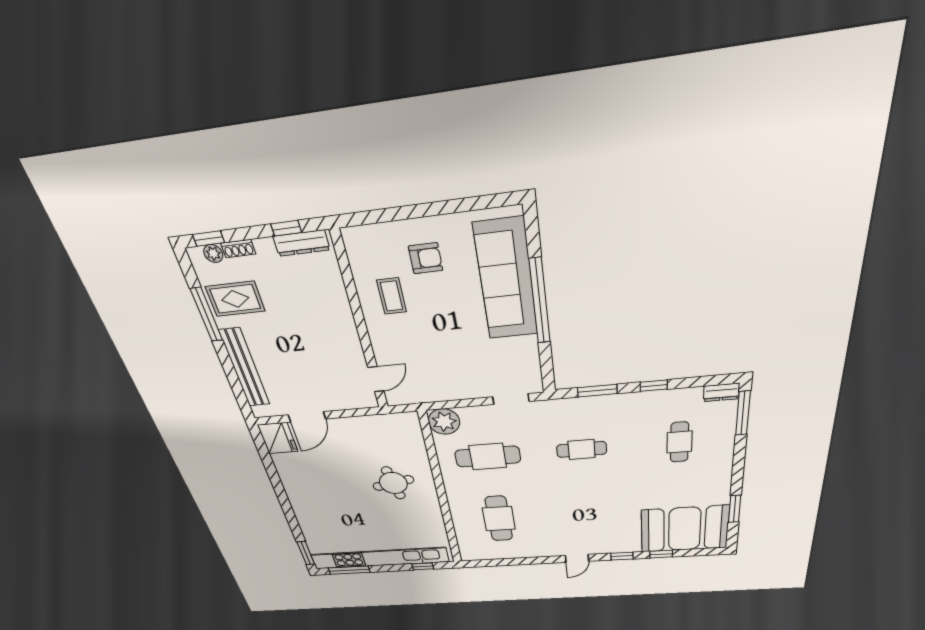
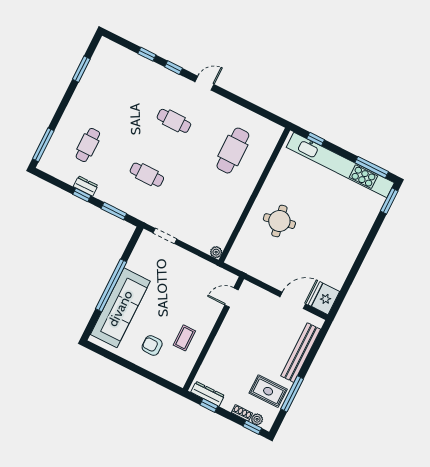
dresser: (721, 392) -> (86, 186), moved
plant: (444, 422) -> (216, 252), width x0.53, depth x0.53
cafe table: (488, 457) -> (174, 121), moved, width x0.73, depth x0.74
booth: (685, 529) -> (120, 69), removed

